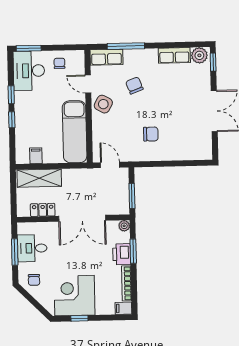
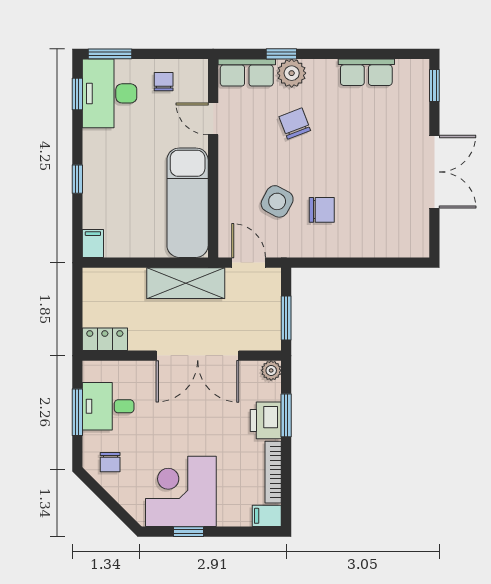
window: (126, 46) -> (281, 54), width x0.46
plant: (199, 55) -> (292, 73), moved
window: (11, 95) -> (77, 94), moved
side table: (103, 104) -> (277, 201), moved
filing cabinet: (36, 156) -> (93, 243), moved
shelving: (39, 178) -> (186, 283), moved
locker: (43, 210) -> (105, 339), moved

